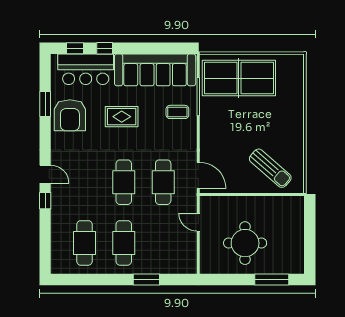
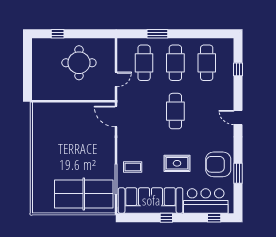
window: (105, 48) -> (166, 218), moved
armchair: (70, 115) -> (218, 164), turned -90
sun lounger: (270, 168) -> (59, 122), removed
cafe table: (163, 182) -> (144, 63), moved
window: (45, 201) -> (238, 69), moved
door: (198, 222) -> (116, 79), hinge flipped
window: (272, 279) -> (58, 34), width x0.46

